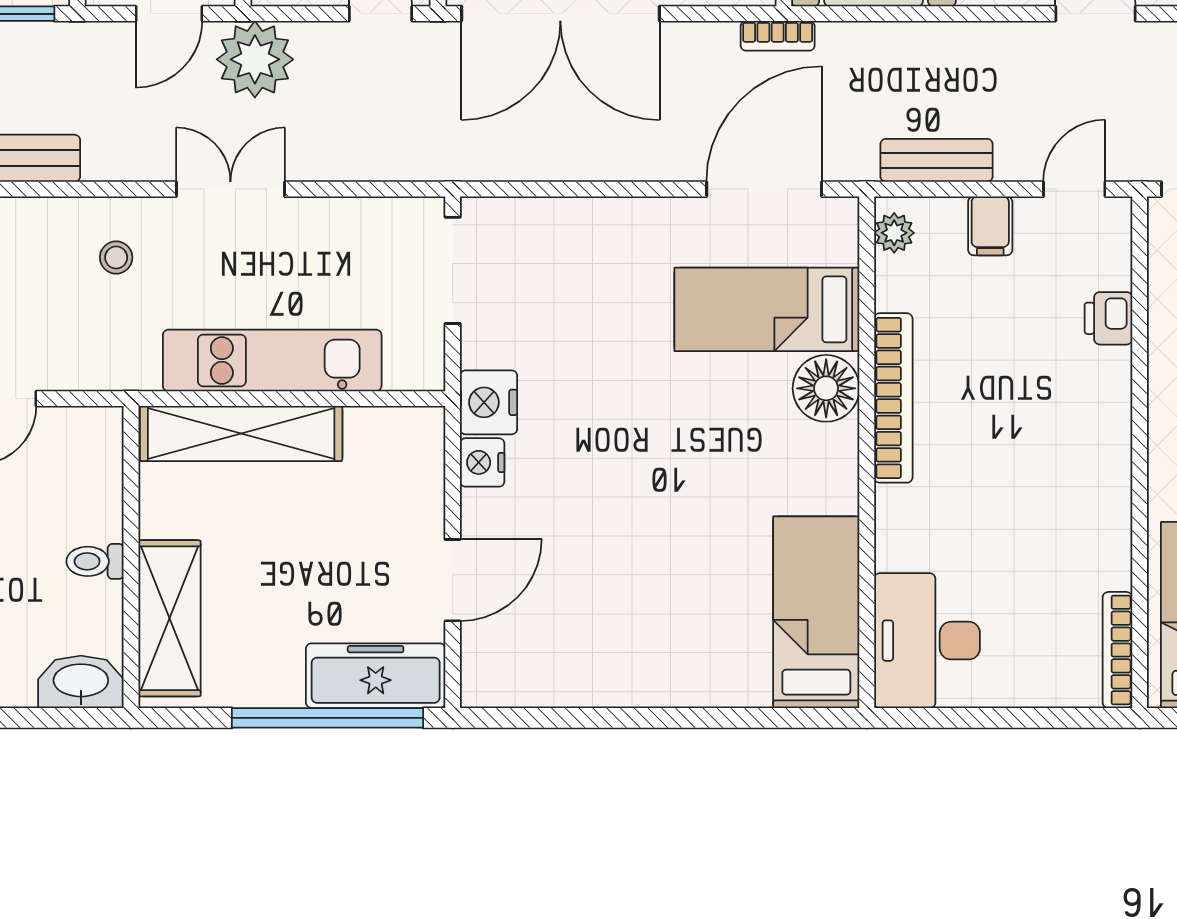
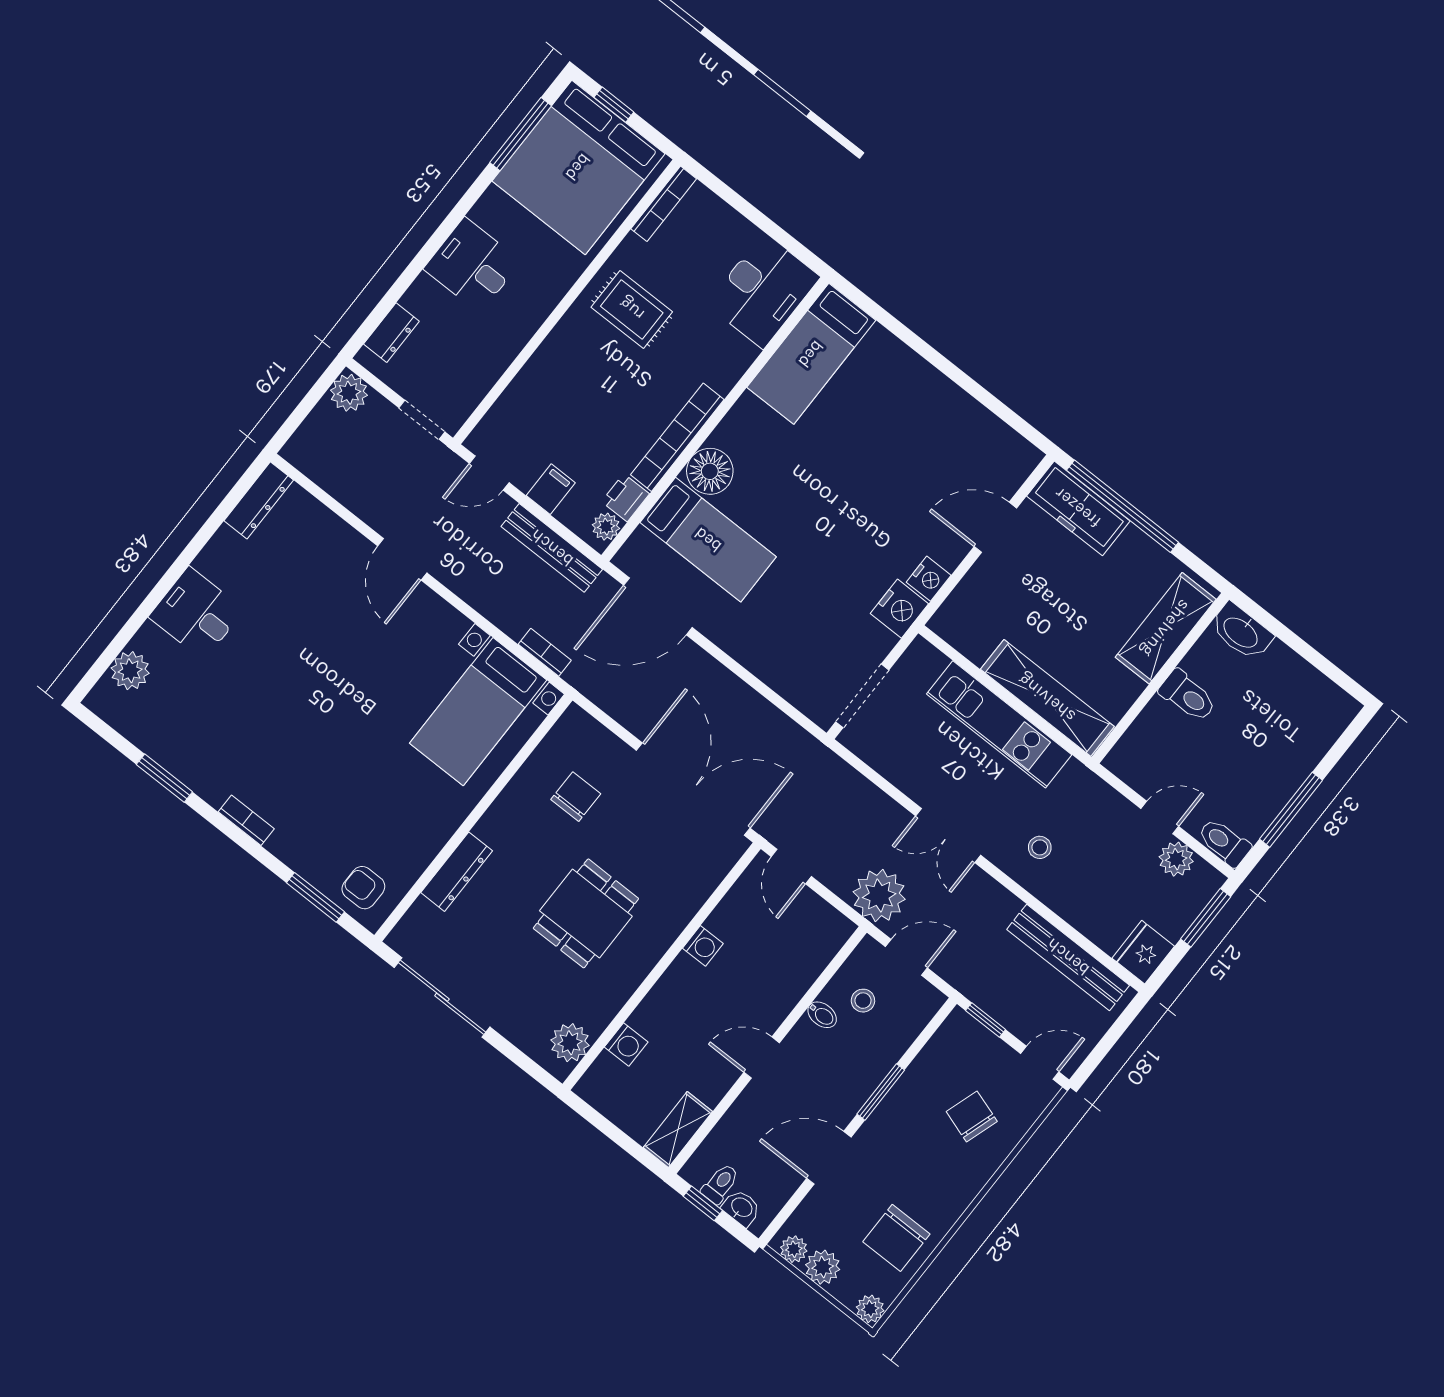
bookcase: (778, 36) -> (545, 652), moved
bench: (937, 160) -> (552, 548), width x1.36
printer: (1108, 318) -> (626, 498), moved, turned 180
rug: (1059, 502) -> (632, 309), added
toilet: (95, 561) -> (1188, 696), width x1.37, depth x1.39

